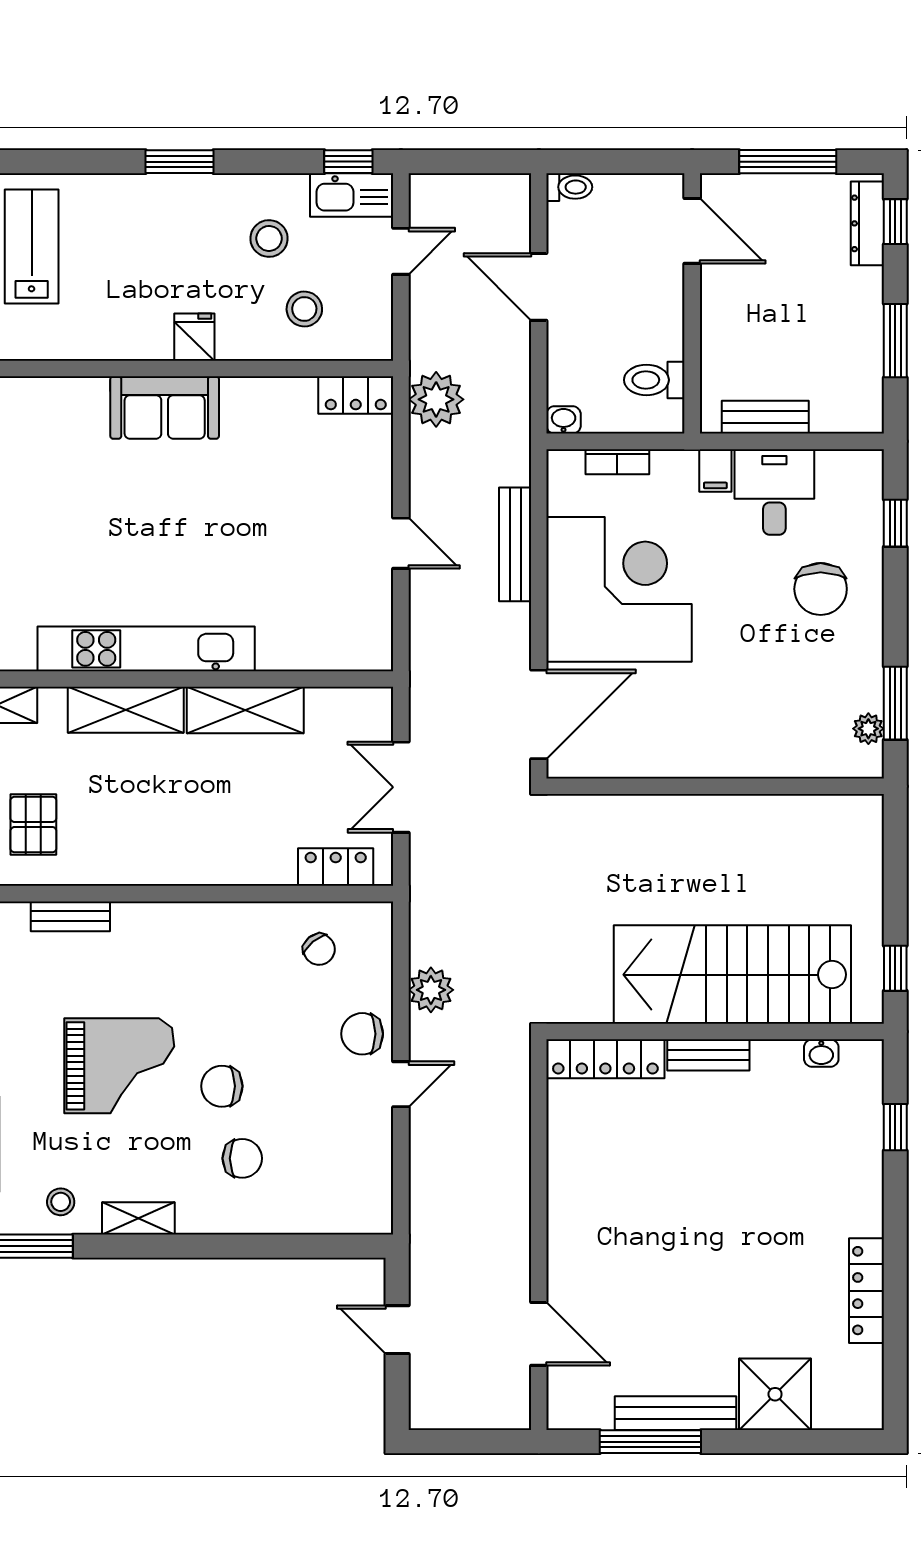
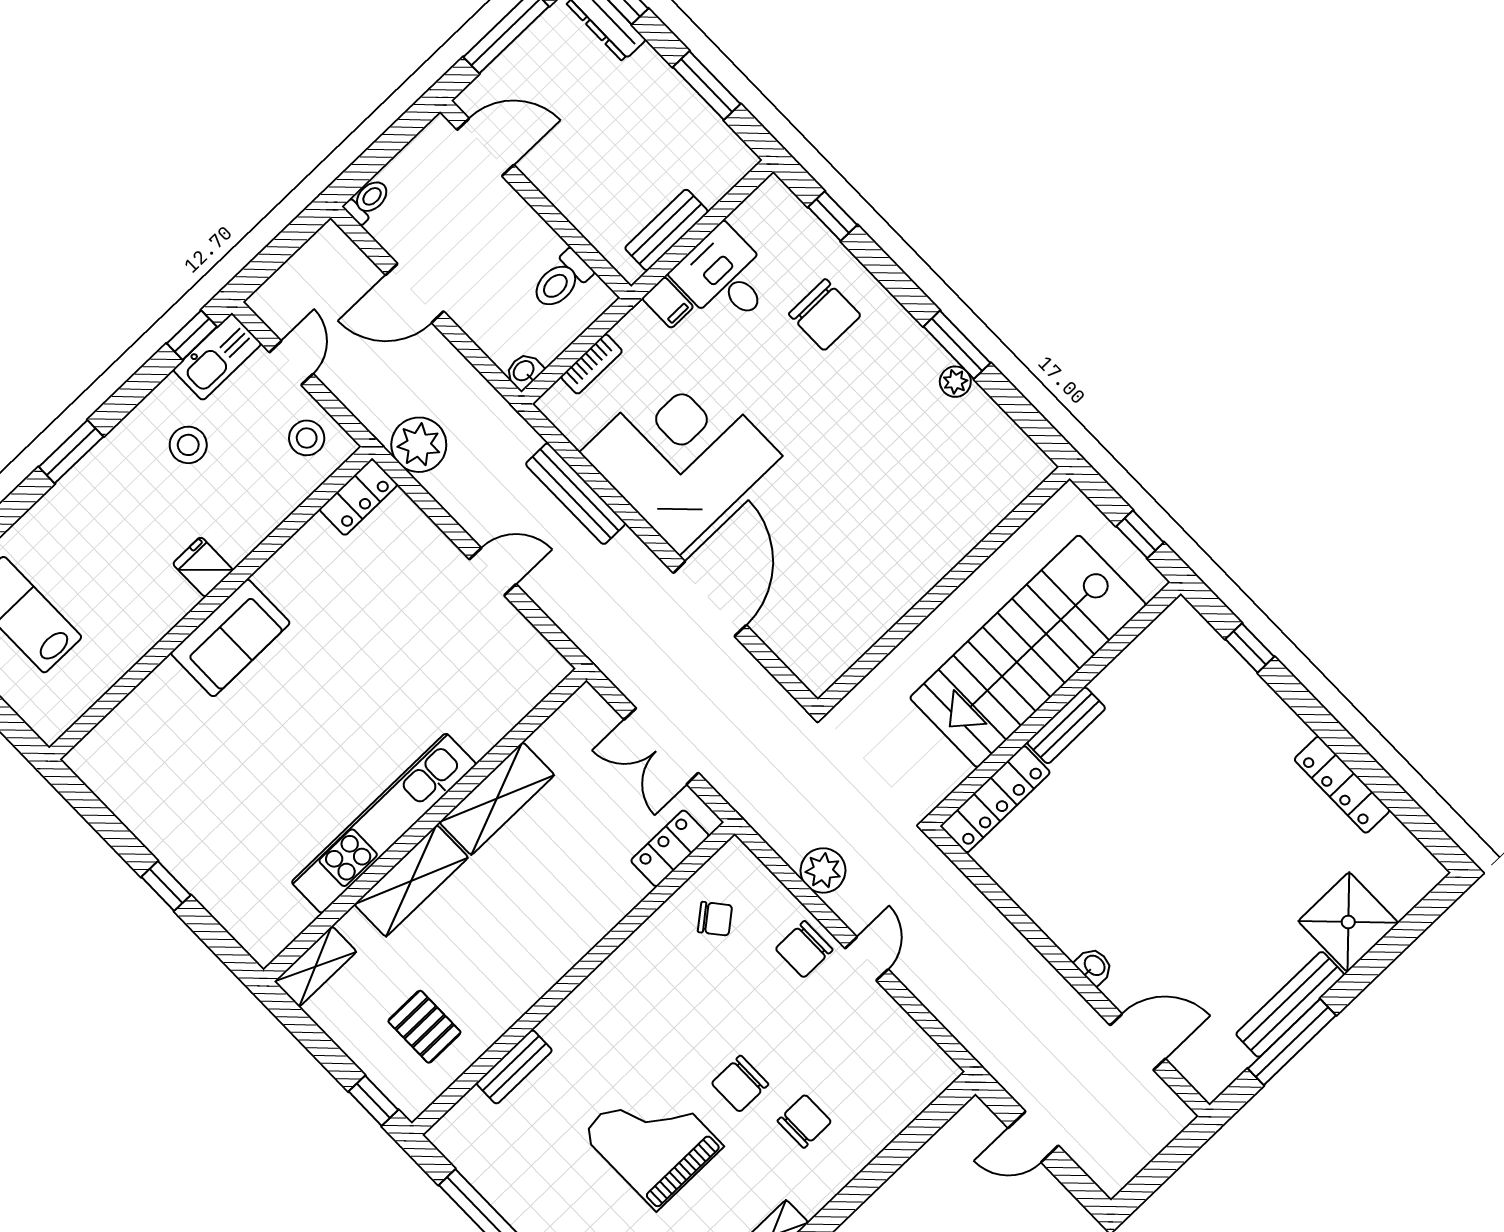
stool: (304, 309) -> (307, 438), moved
wall: (715, 786) -> (944, 589), moved
washbasin: (821, 1053) -> (1094, 966), moved, turned -90
grand piano: (119, 1066) -> (652, 1140), turned -90

